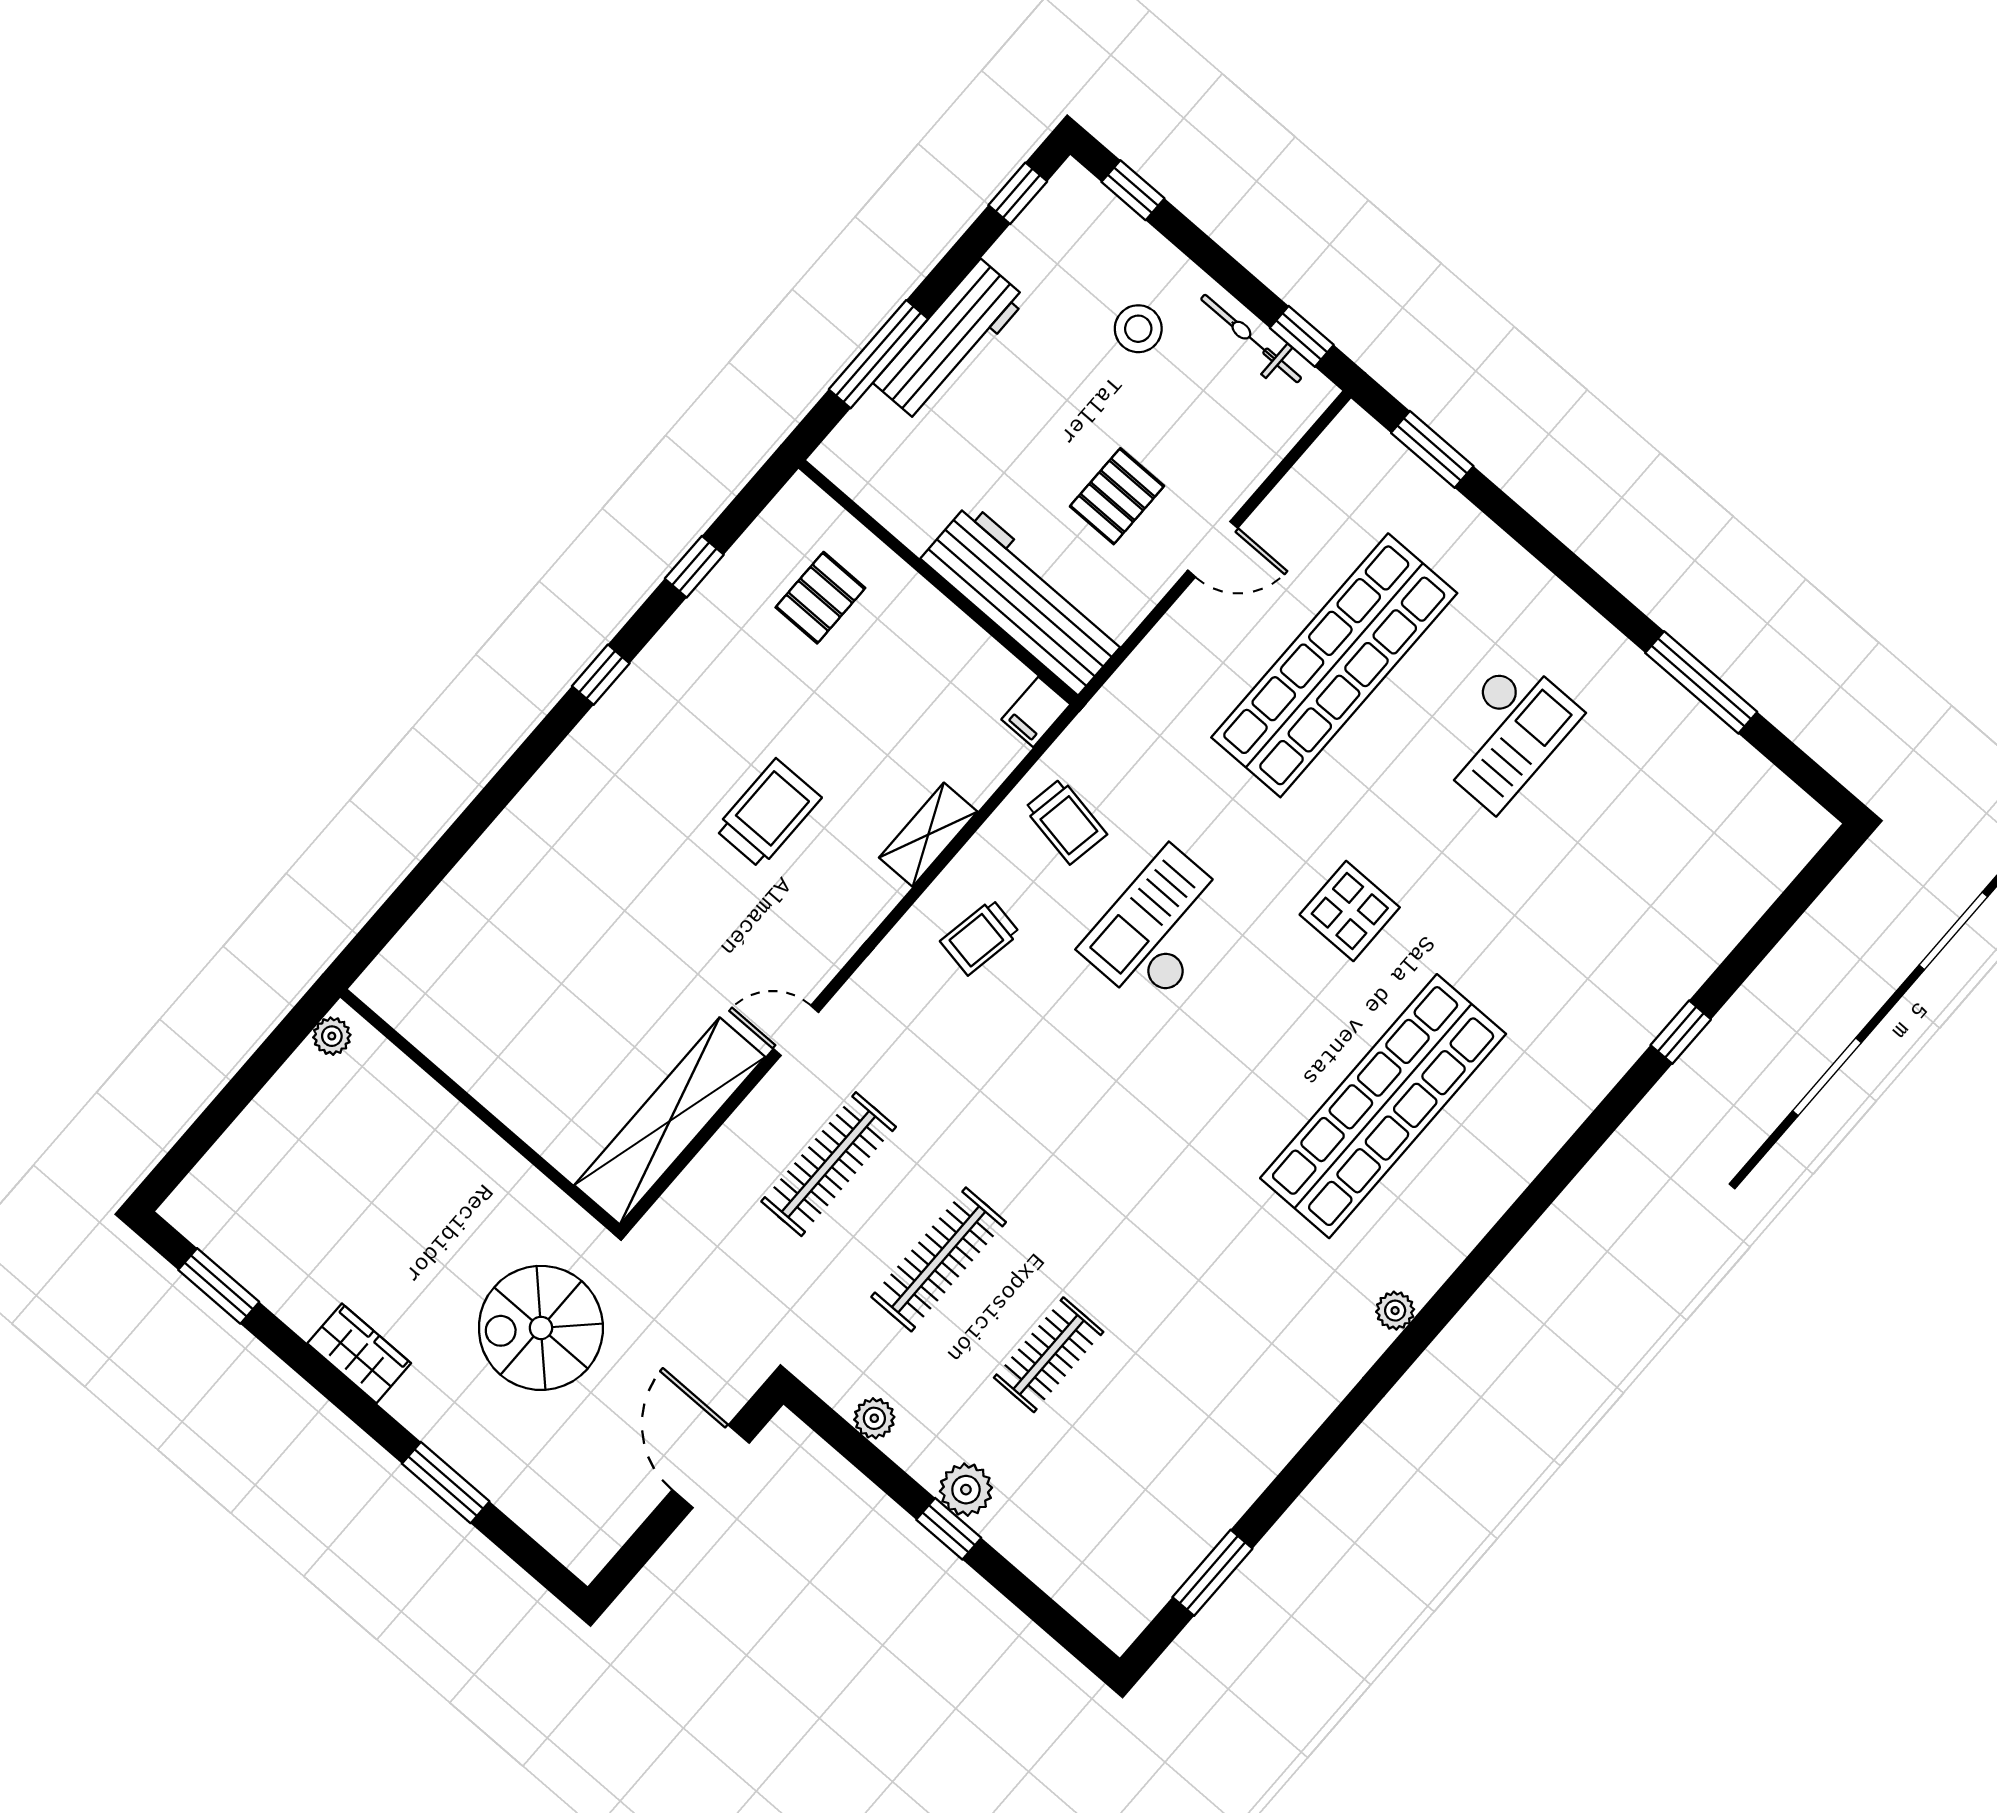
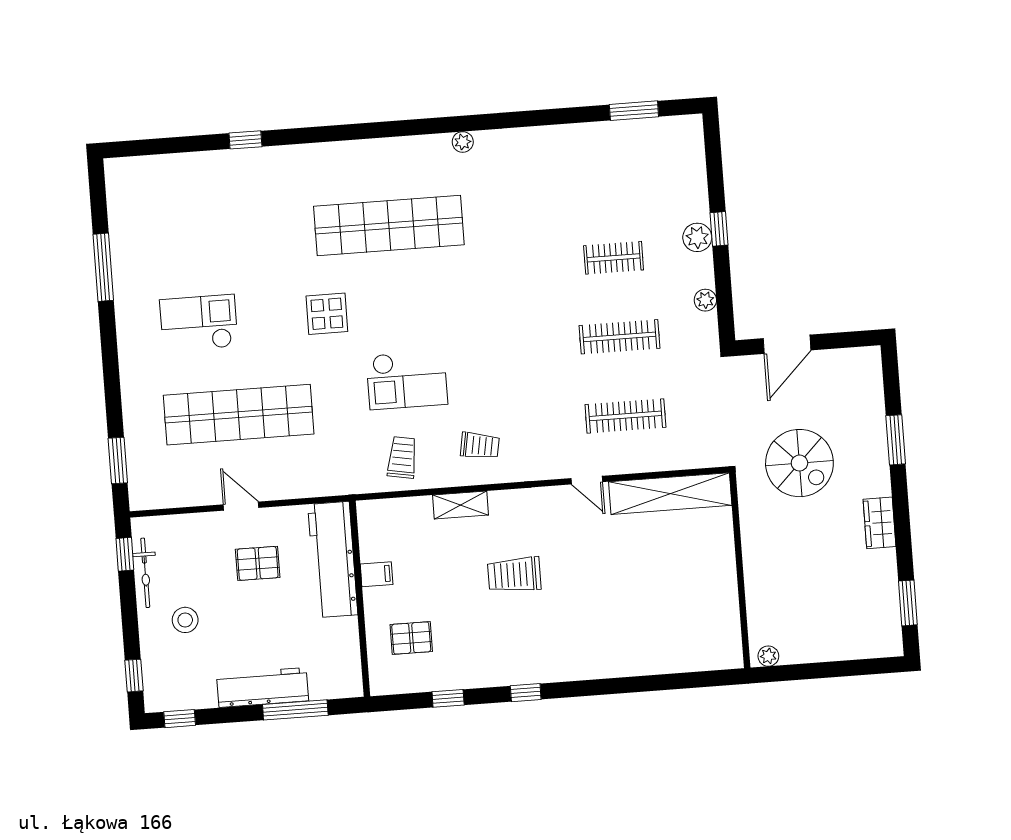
filing cabinet: (1036, 712) -> (377, 574), moved

